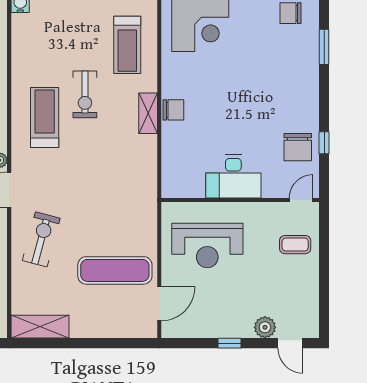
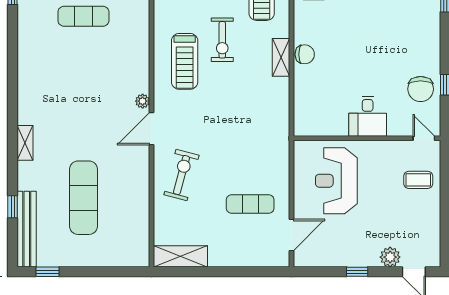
treadmill: (45, 118) -> (185, 61), turned 180
desk: (233, 176) -> (368, 116), width x0.73
door: (301, 200) -> (424, 138), hinge flipped
reception desk: (207, 245) -> (336, 181), turned 90
exercise mat: (115, 270) -> (250, 204), width x0.73, depth x0.69

